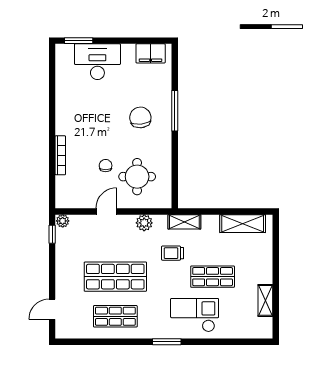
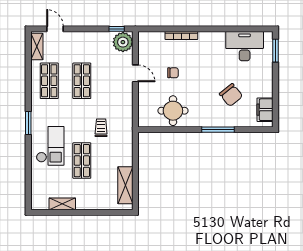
desk: (97, 62) -> (245, 46), moved, turned -90
chair: (140, 117) -> (231, 95), moved, turned 57
round table: (137, 177) -> (173, 111), moved
plant: (63, 221) -> (123, 42), width x1.88, depth x1.88
shelving: (184, 222) -> (37, 47), moved
plant: (144, 223) -> (126, 104), removed
shop shelf: (115, 277) -> (82, 81), width x0.70, depth x0.74

